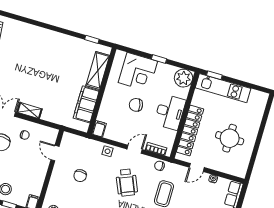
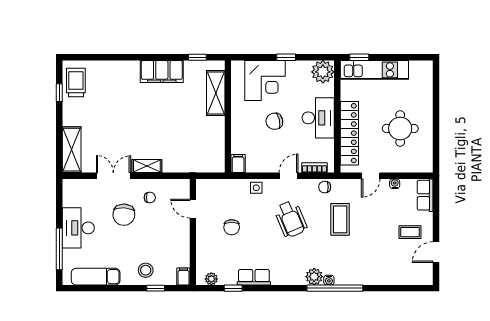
filing cabinet: (86, 104) -> (162, 71), moved, turned -90

